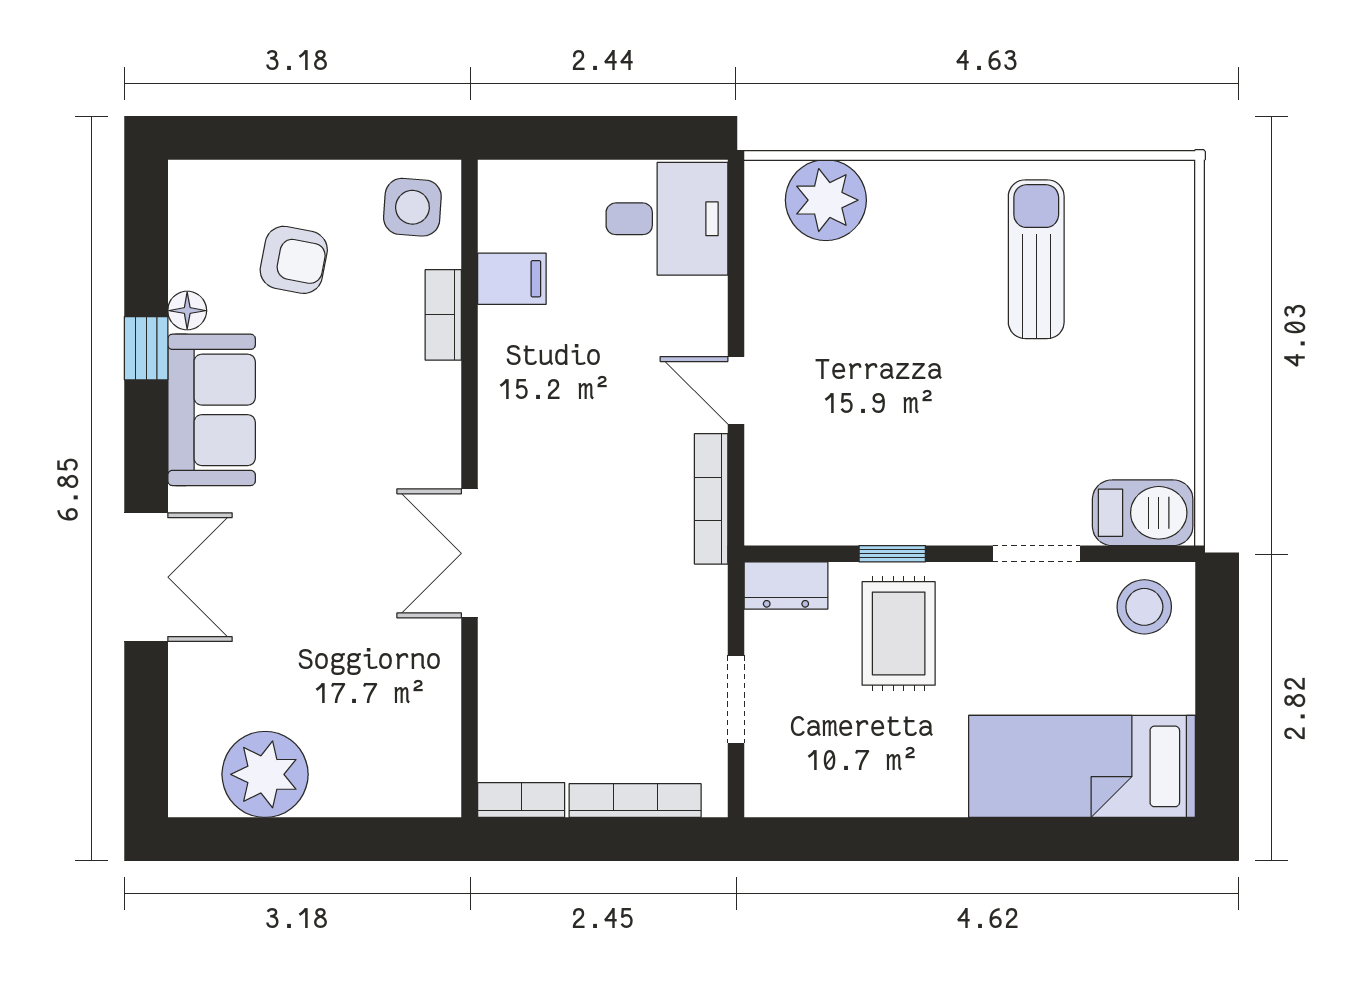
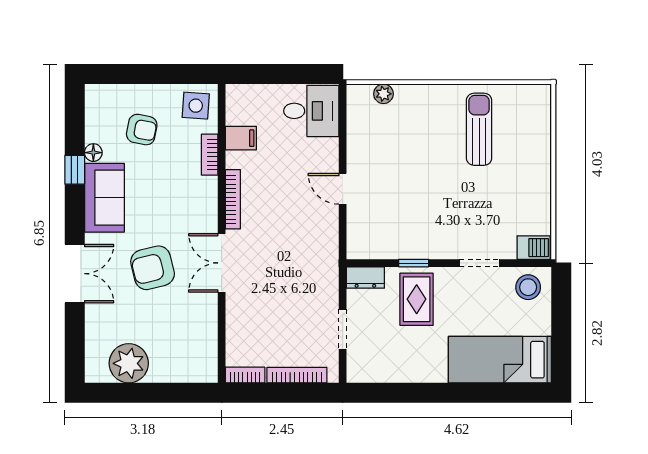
plant: (826, 200) -> (383, 94), width x0.53, depth x0.53
bookcase: (711, 499) -> (233, 199), moved, turned 180
barbecue: (1143, 513) -> (534, 248), width x0.73, depth x0.79
armchair: (317, 564) -> (153, 268), added

